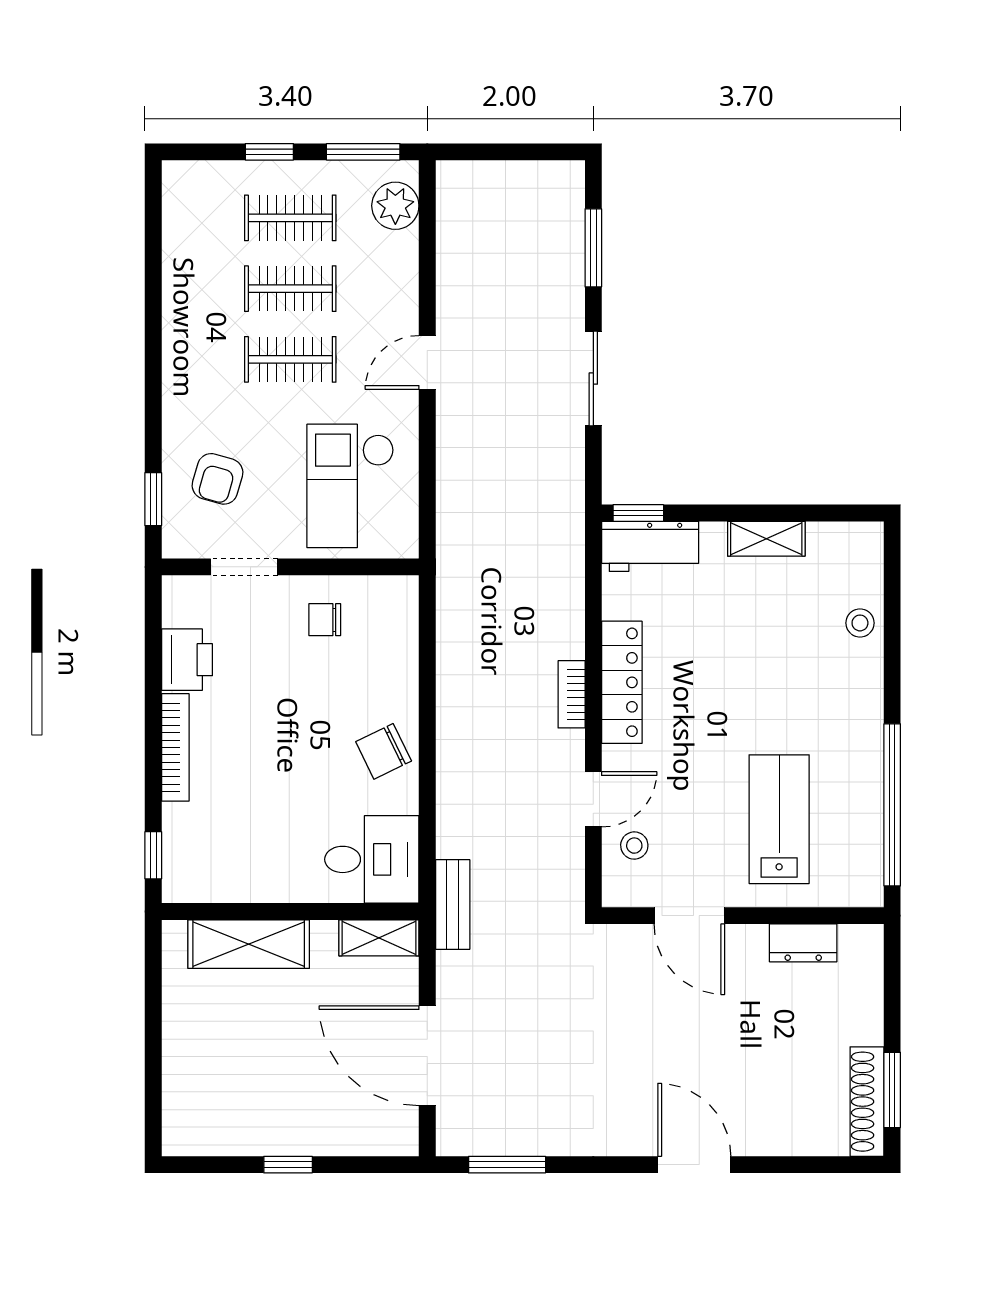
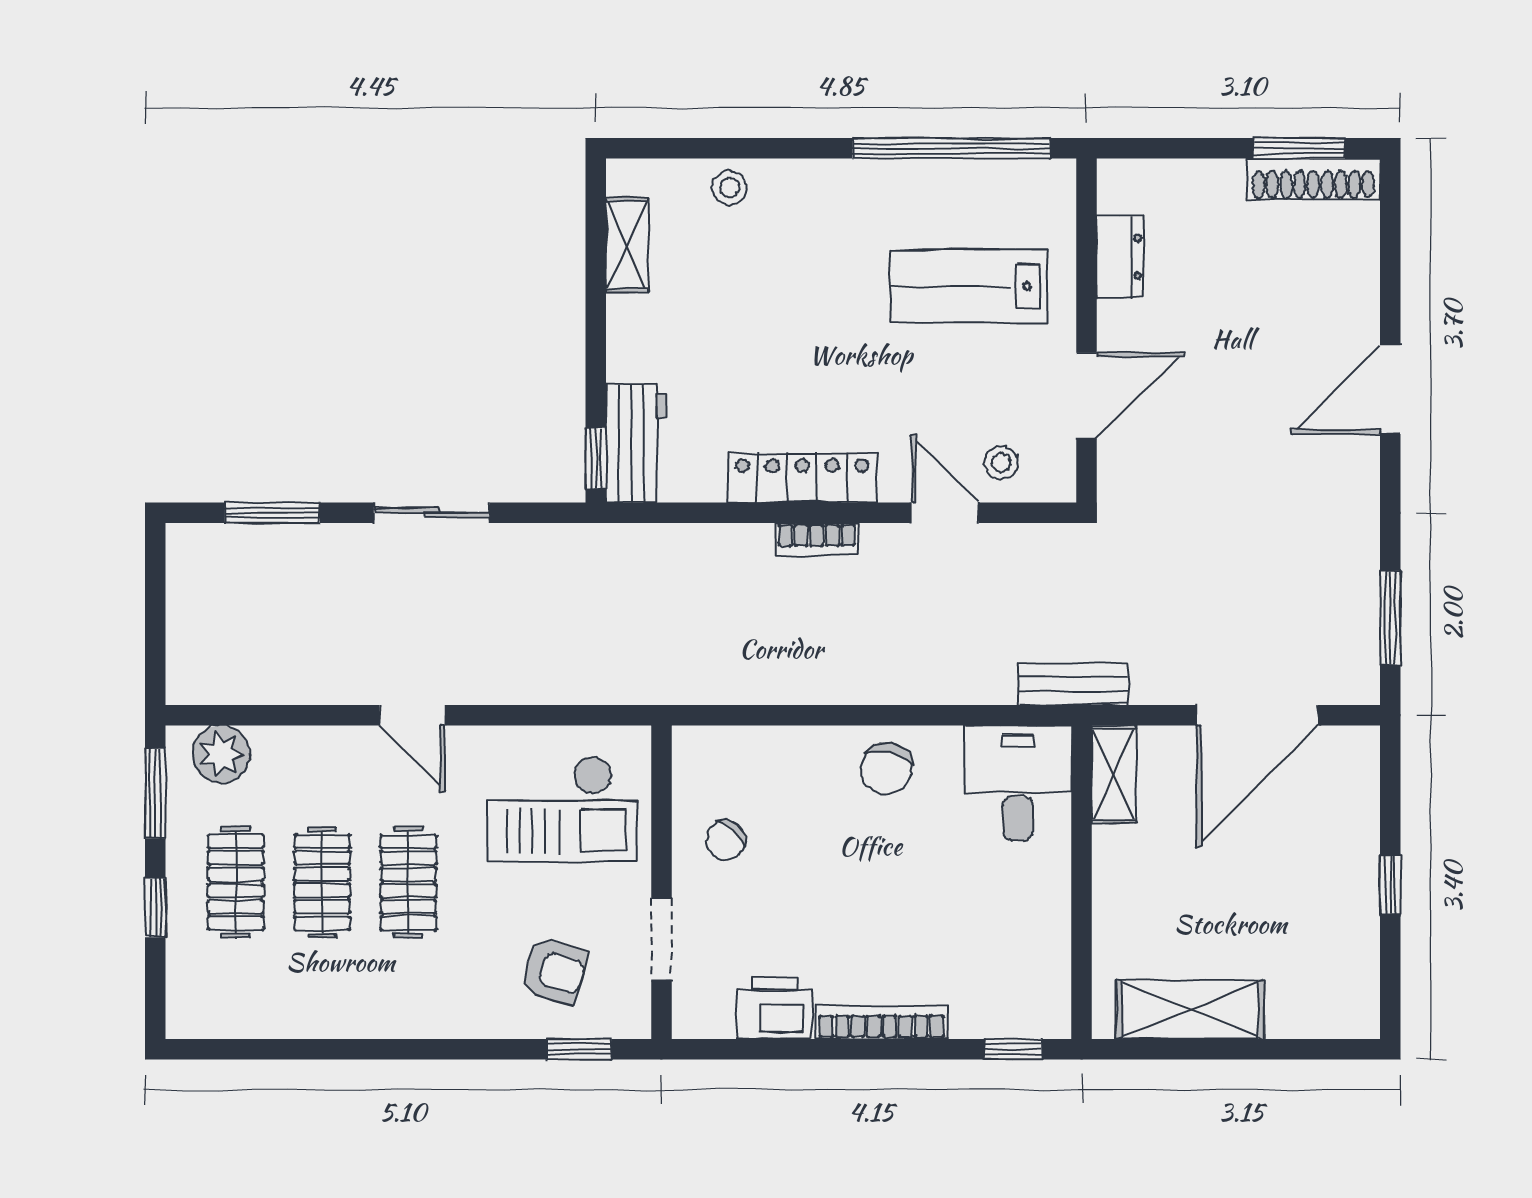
shelving: (766, 539) -> (627, 245), moved
chair: (325, 620) -> (726, 840), turned 41
chair: (384, 751) -> (886, 769), turned 39
shelving: (249, 944) -> (1190, 1010), moved, turned 90

